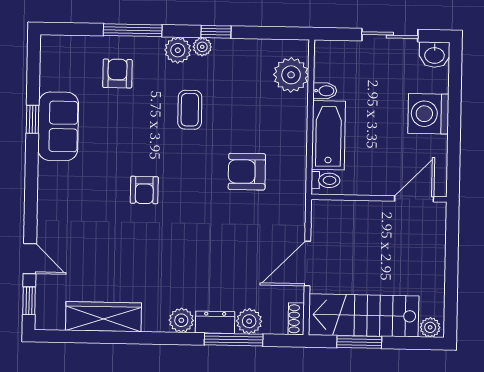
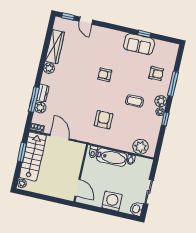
door: (30, 259) -> (86, 21), hinge flipped
plant: (181, 320) -> (49, 68), moved

